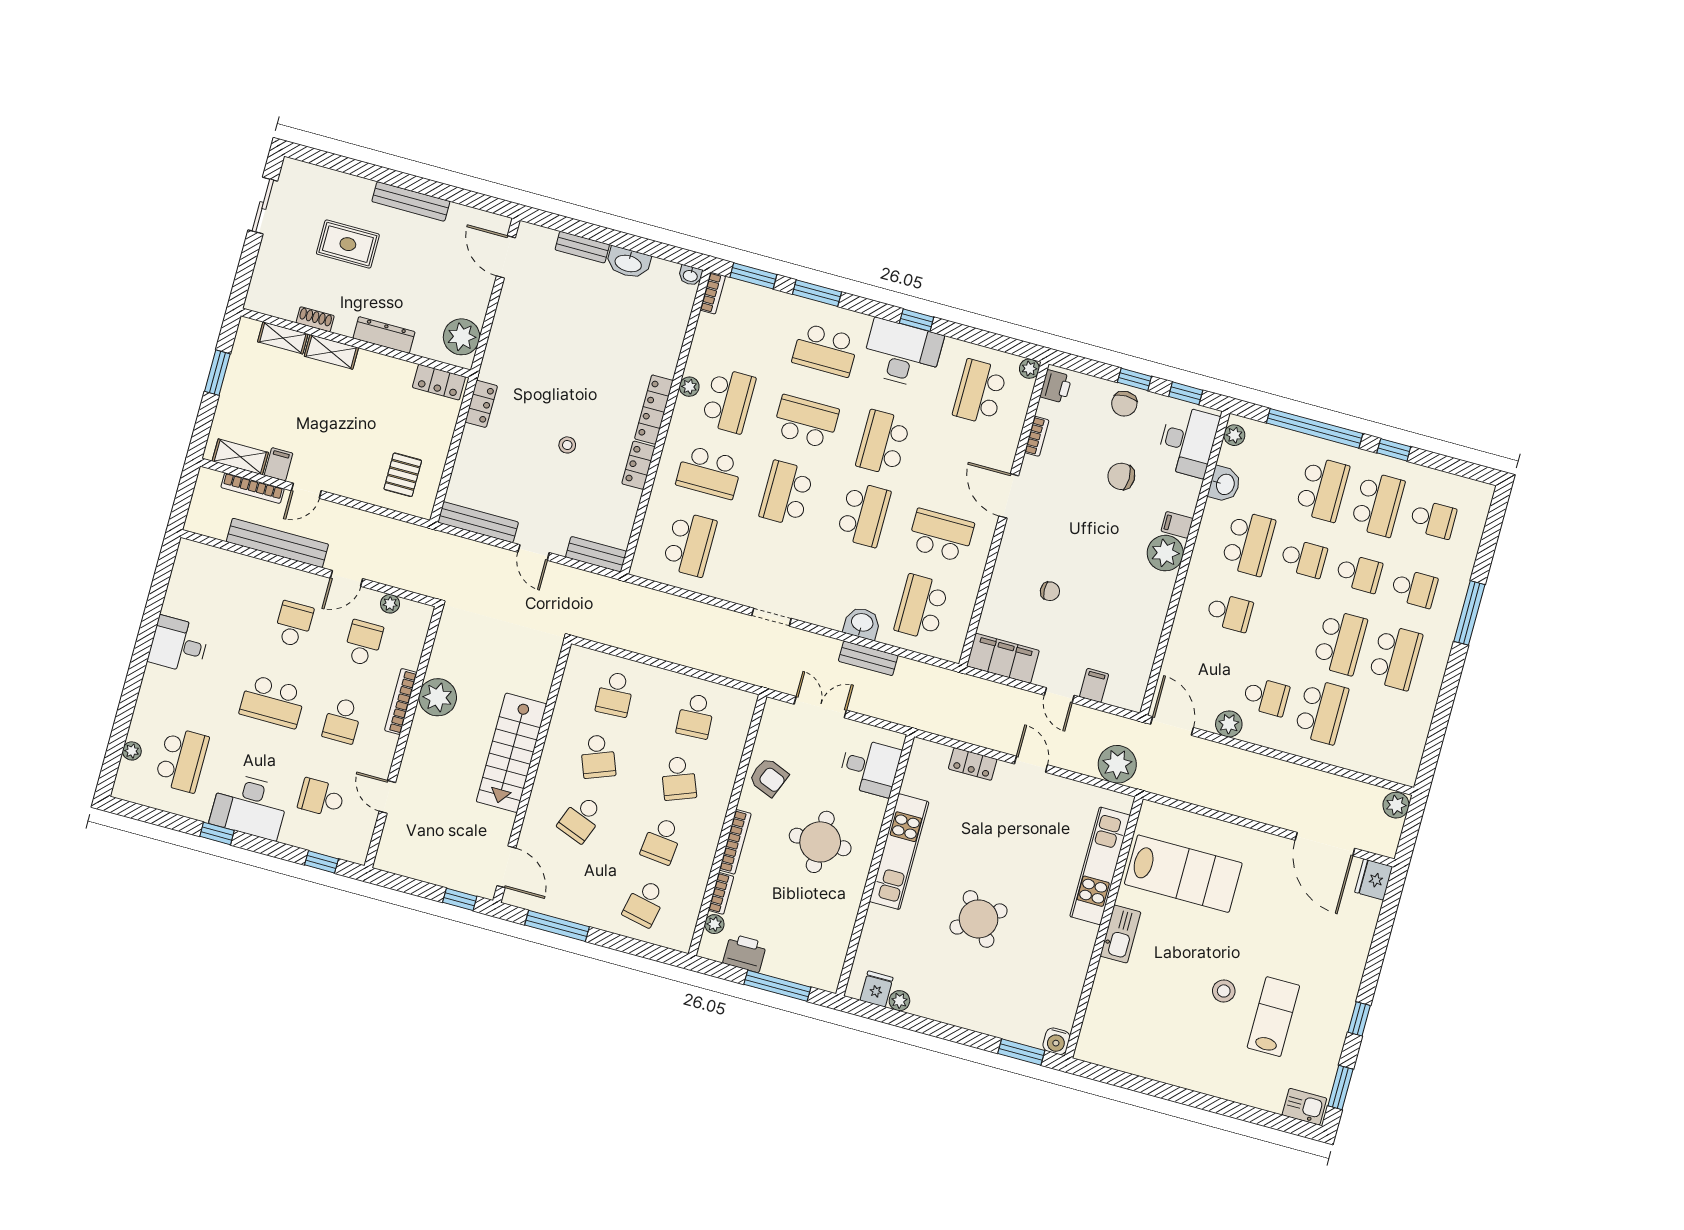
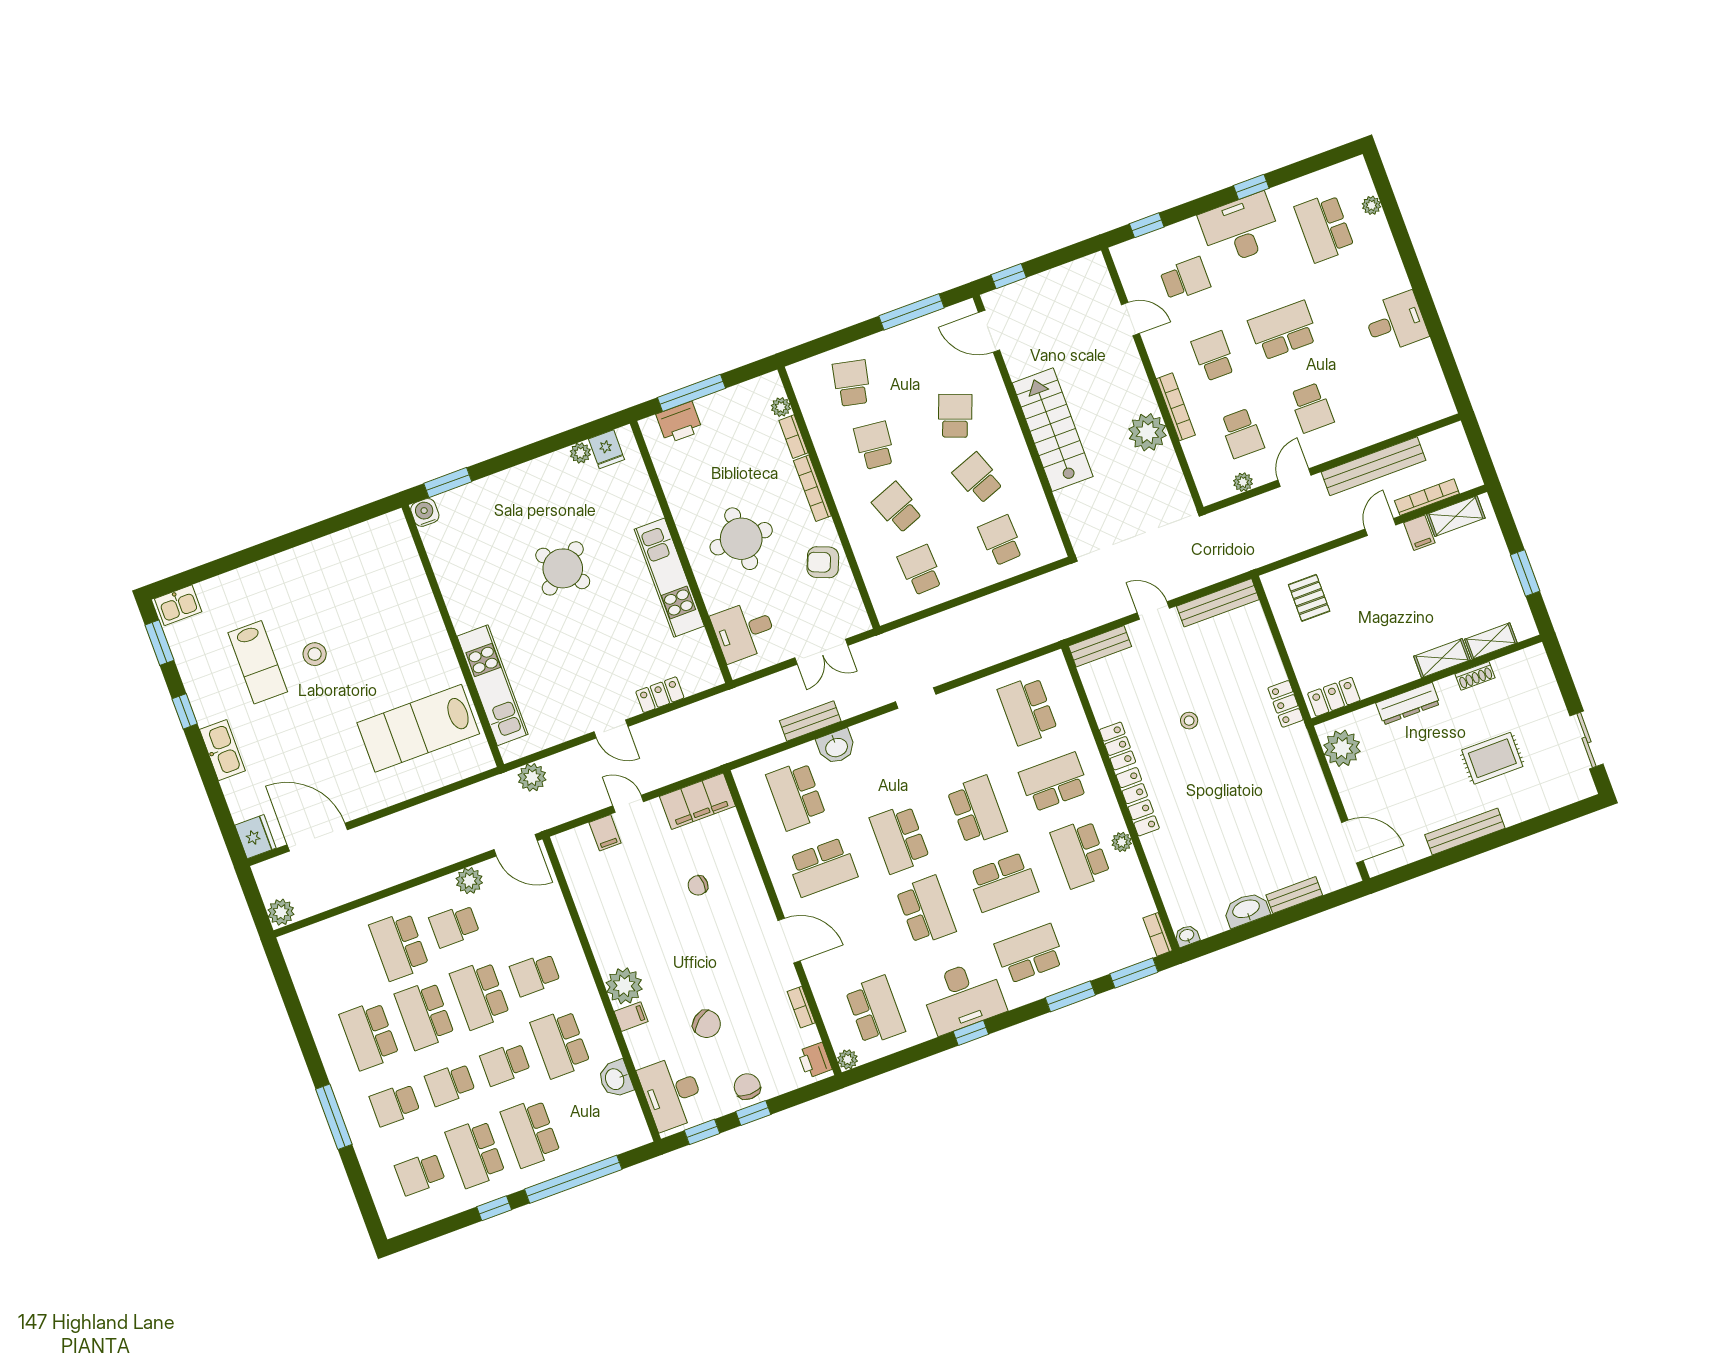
plant: (1234, 435) -> (636, 1126), removed
chair: (1121, 476) -> (707, 1024), turned 52
school desk: (921, 607) -> (796, 796), turned 180
school desk: (1285, 627) -> (480, 995), added
plant: (1117, 764) -> (532, 777), width x0.73, depth x0.73
kitchen sink: (1120, 934) -> (222, 750), moved, turned 180
printer: (745, 953) -> (679, 422), moved

